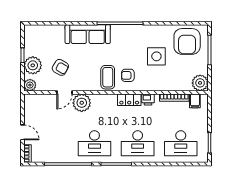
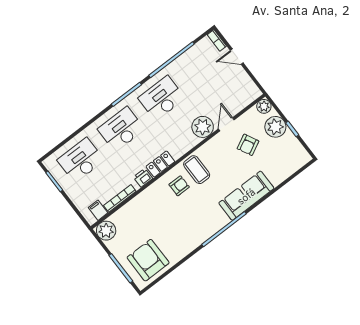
side table: (156, 56) -> (166, 224), removed
armchair: (60, 67) -> (248, 145), turned -57

